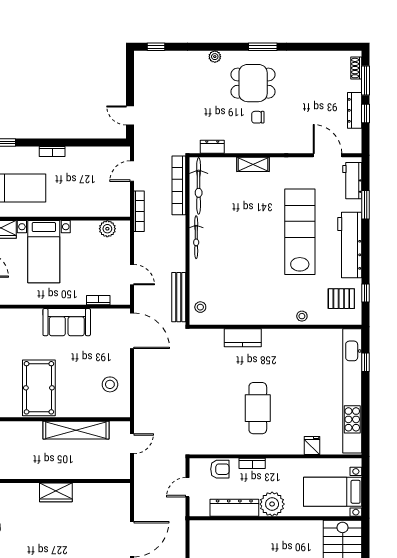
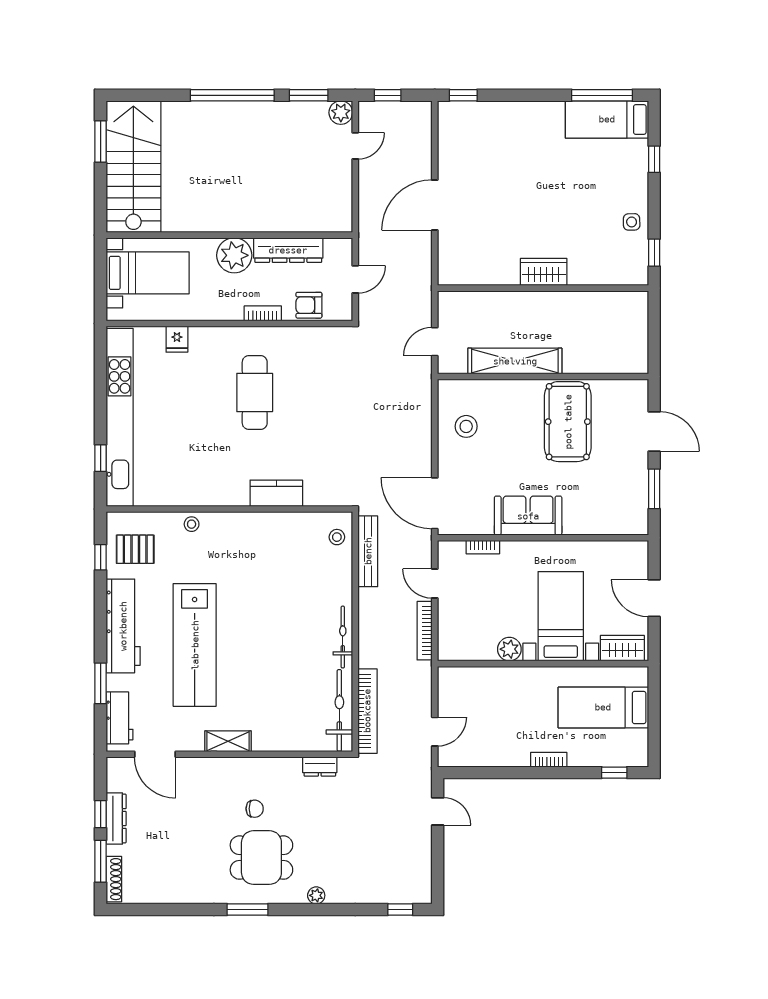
shoe rack: (356, 68) -> (114, 879), width x1.43
shelving: (253, 164) -> (228, 741), moved
bookcase: (139, 211) -> (425, 631), moved
plant: (107, 229) -> (509, 649), moved

